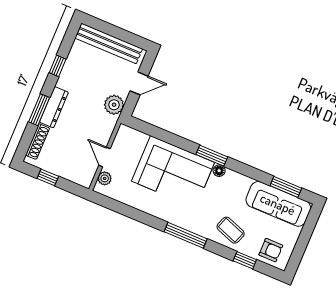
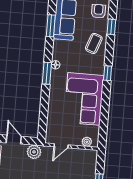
door: (105, 157) -> (61, 146), moved
corner sofa: (173, 172) -> (84, 99), moved, turned 180
window: (286, 187) -> (51, 26), moved
window: (186, 235) -> (108, 73), width x0.46

